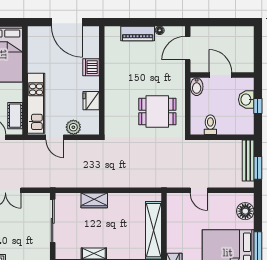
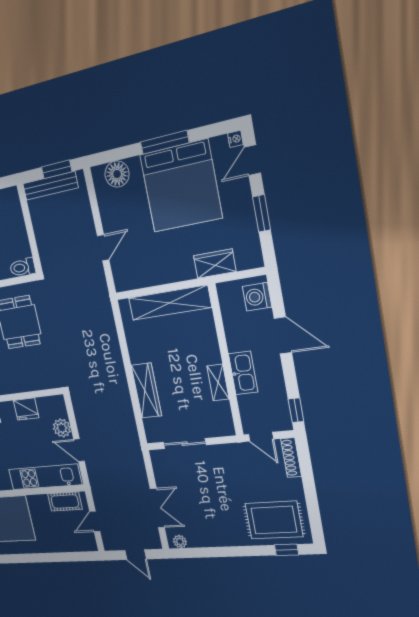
toilet: (210, 125) -> (23, 267), moved
door: (55, 137) -> (79, 450), swing flipped
wardrobe: (94, 200) -> (146, 391), width x1.50
sliding door: (53, 221) -> (185, 444), width x0.73

